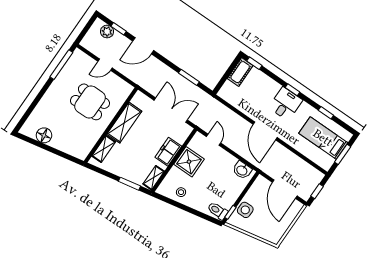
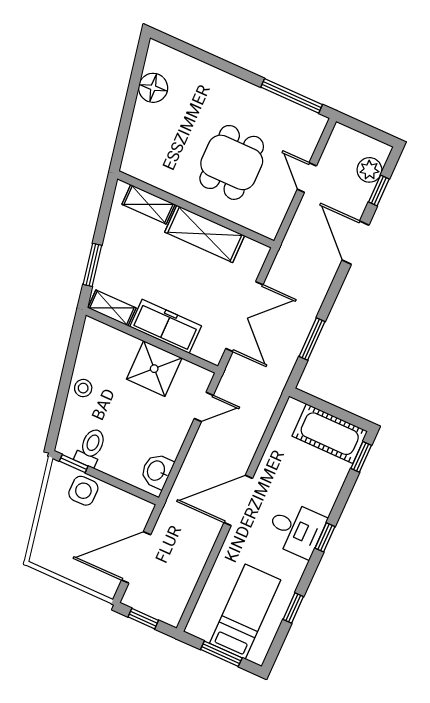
cot: (240, 72) -> (330, 434), width x1.37, depth x1.34
freezer: (168, 152) -> (166, 326), width x1.40
stool: (181, 192) -> (83, 388), moved
toilet: (218, 211) -> (91, 447), moved

